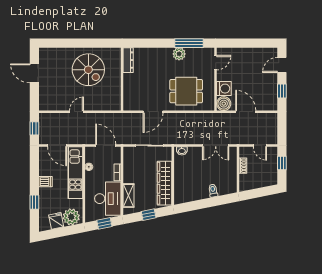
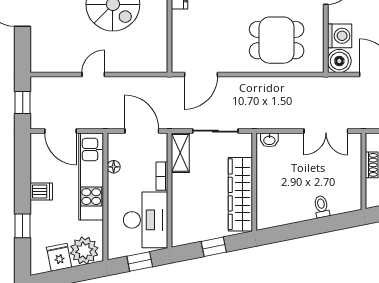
door: (153, 112) -> (201, 75), moved
shelving: (129, 196) -> (180, 153), moved

